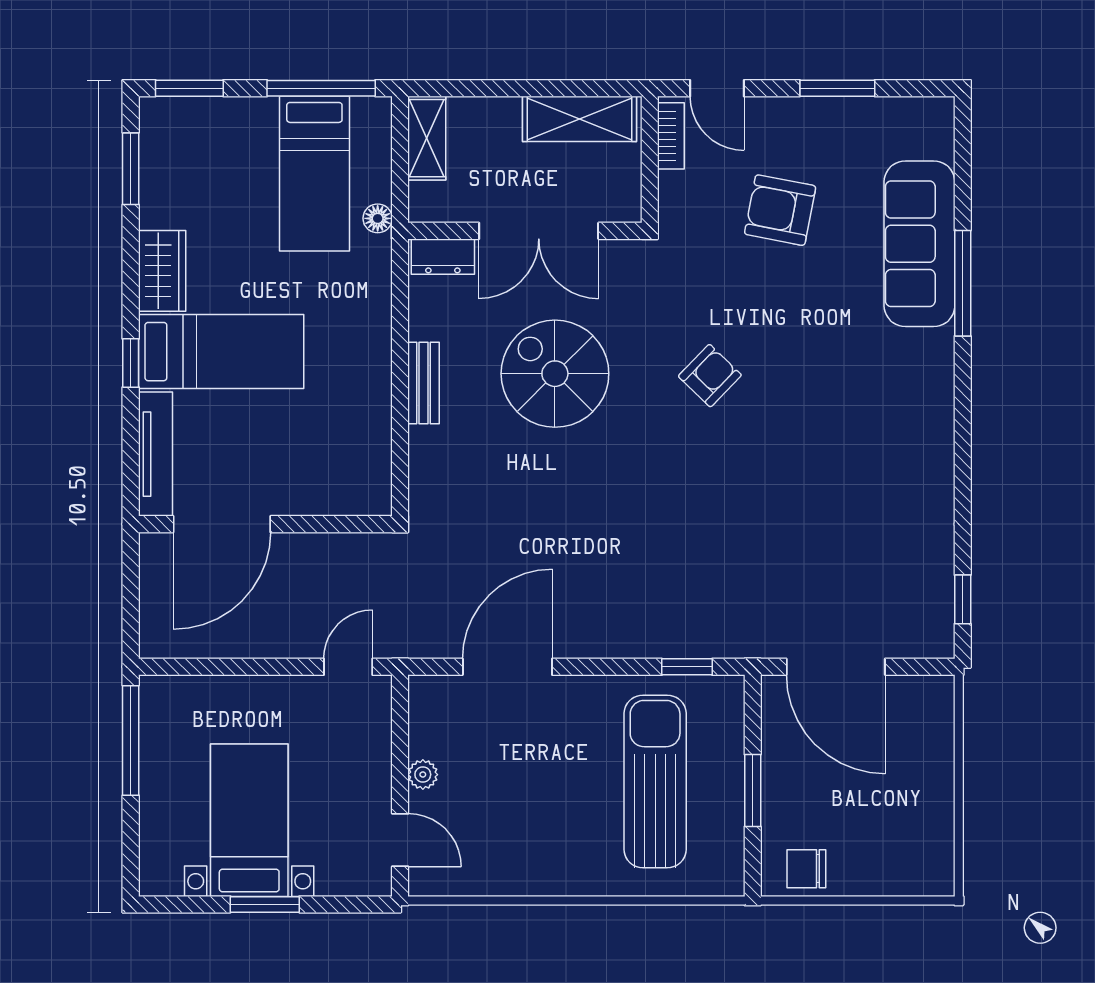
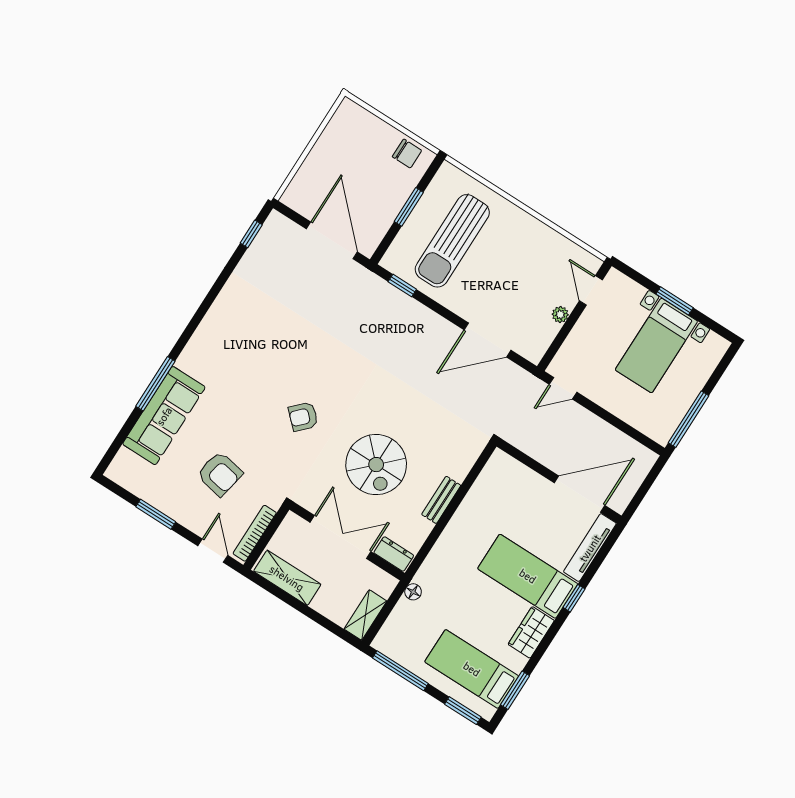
bookcase: (671, 136) -> (255, 533), width x1.56
bed: (314, 174) -> (472, 669), moved, turned -90

